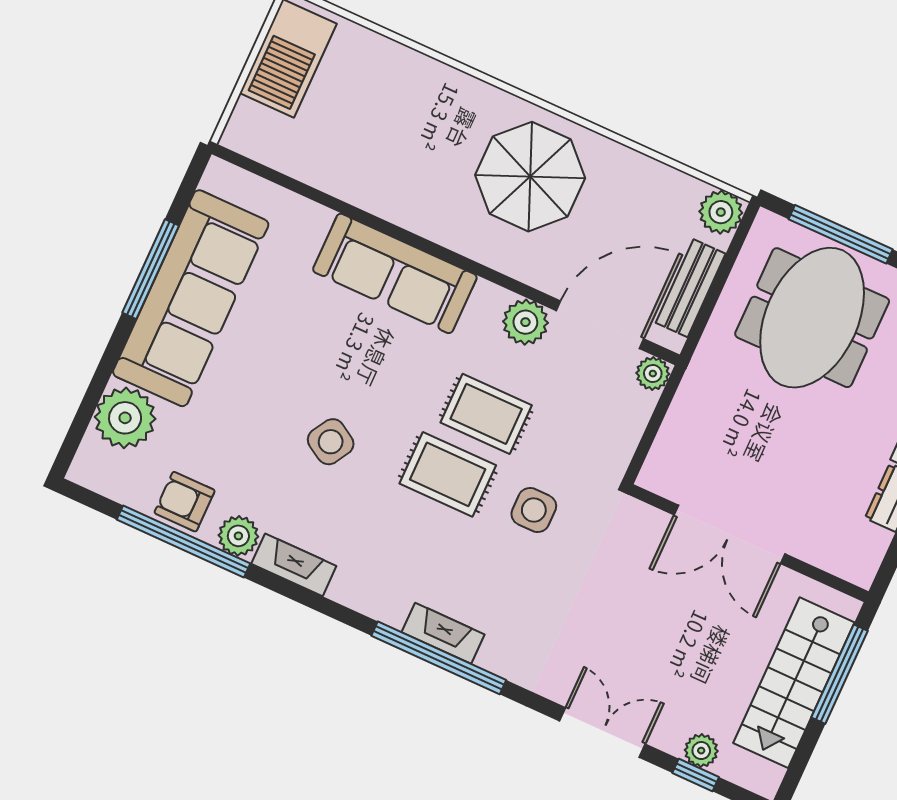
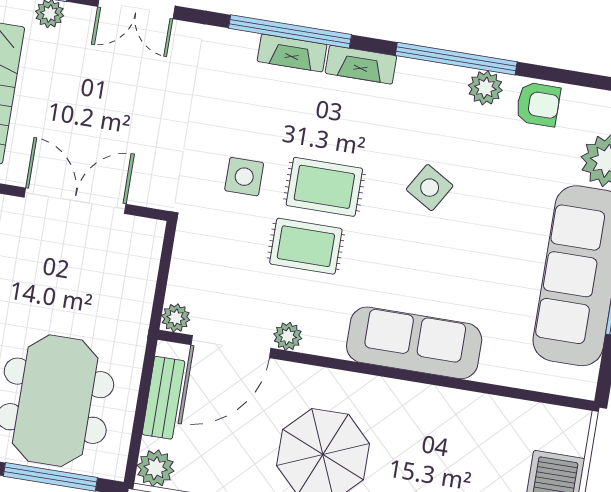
plant: (525, 322) -> (288, 336), width x0.73, depth x0.73
window: (183, 542) -> (456, 59), moved
fireplace: (294, 565) -> (361, 65), moved

